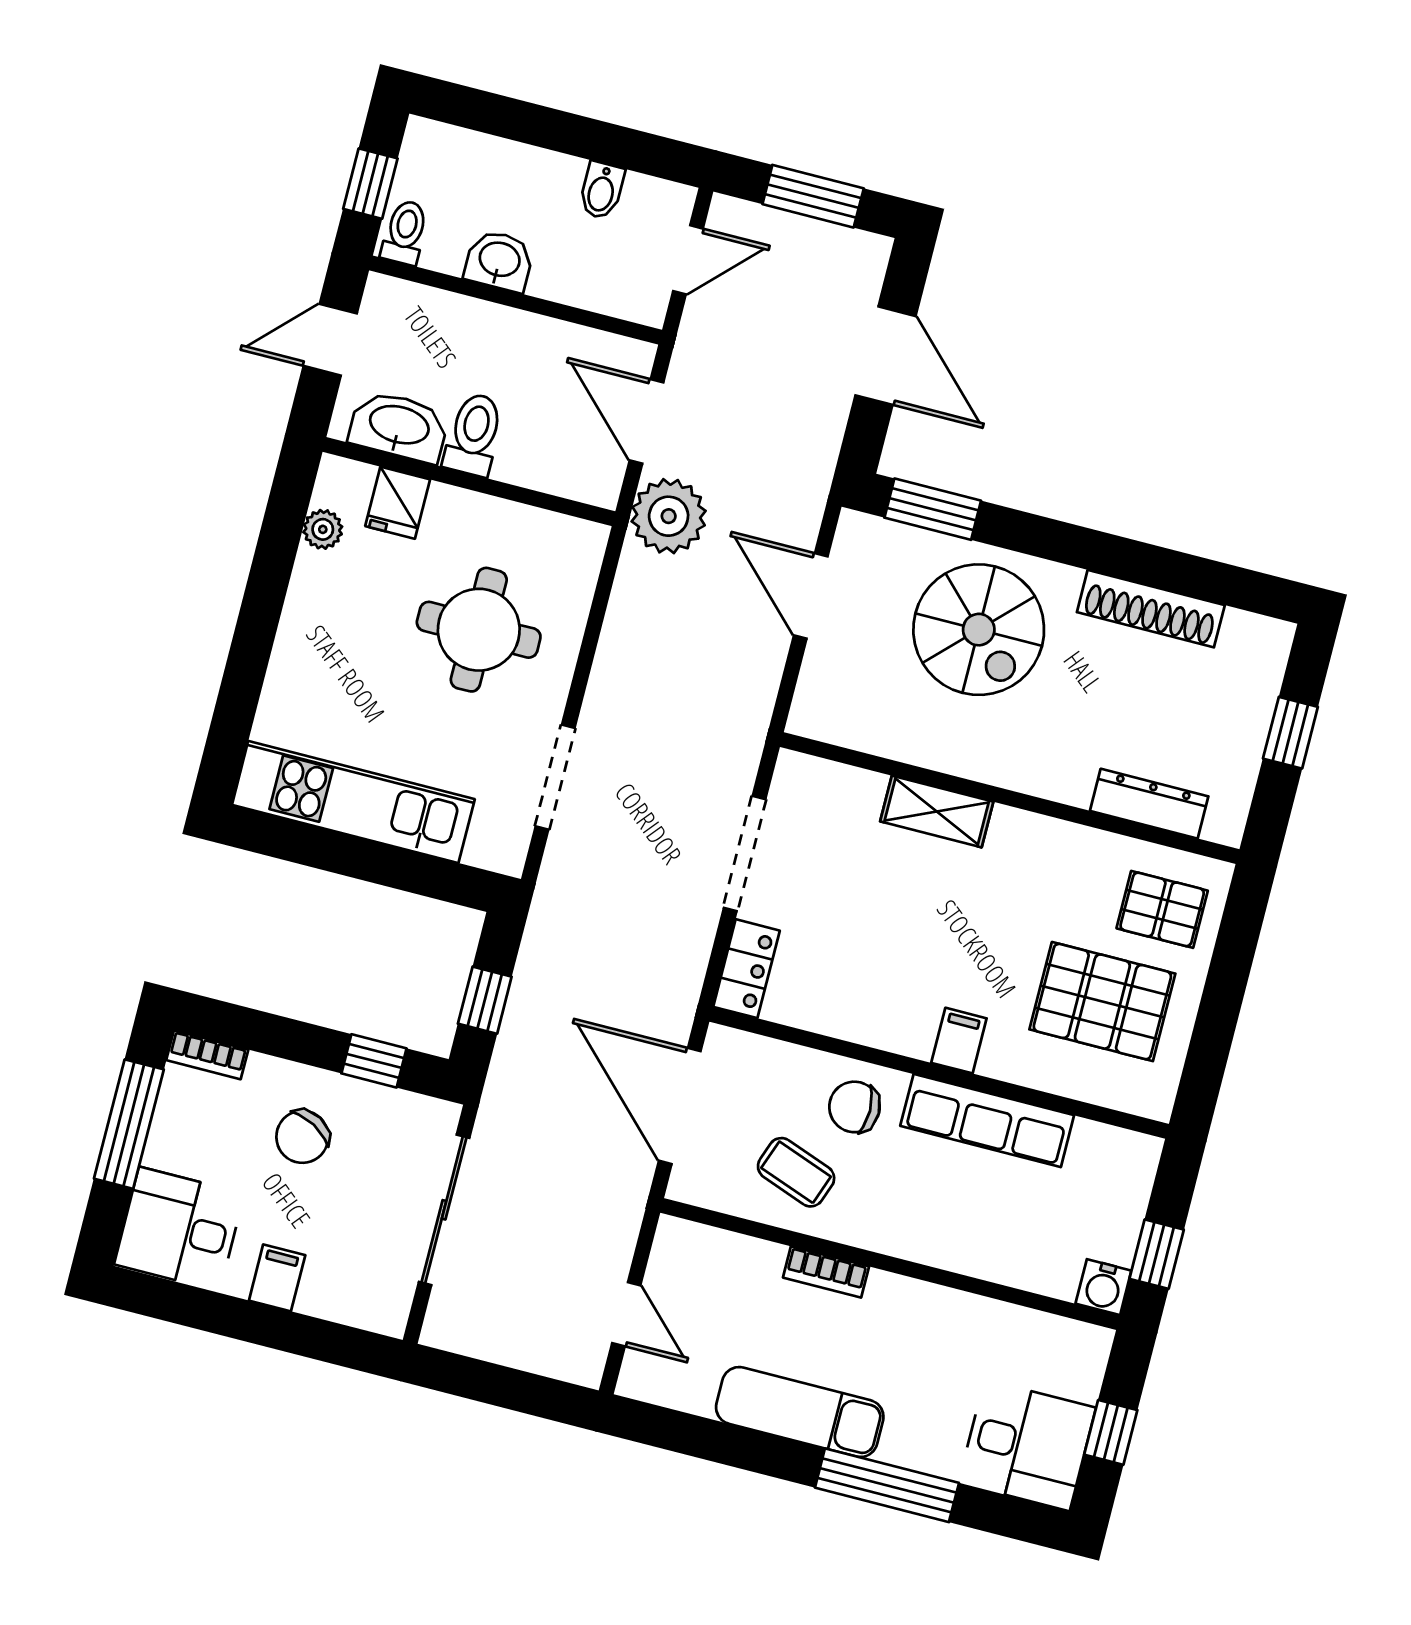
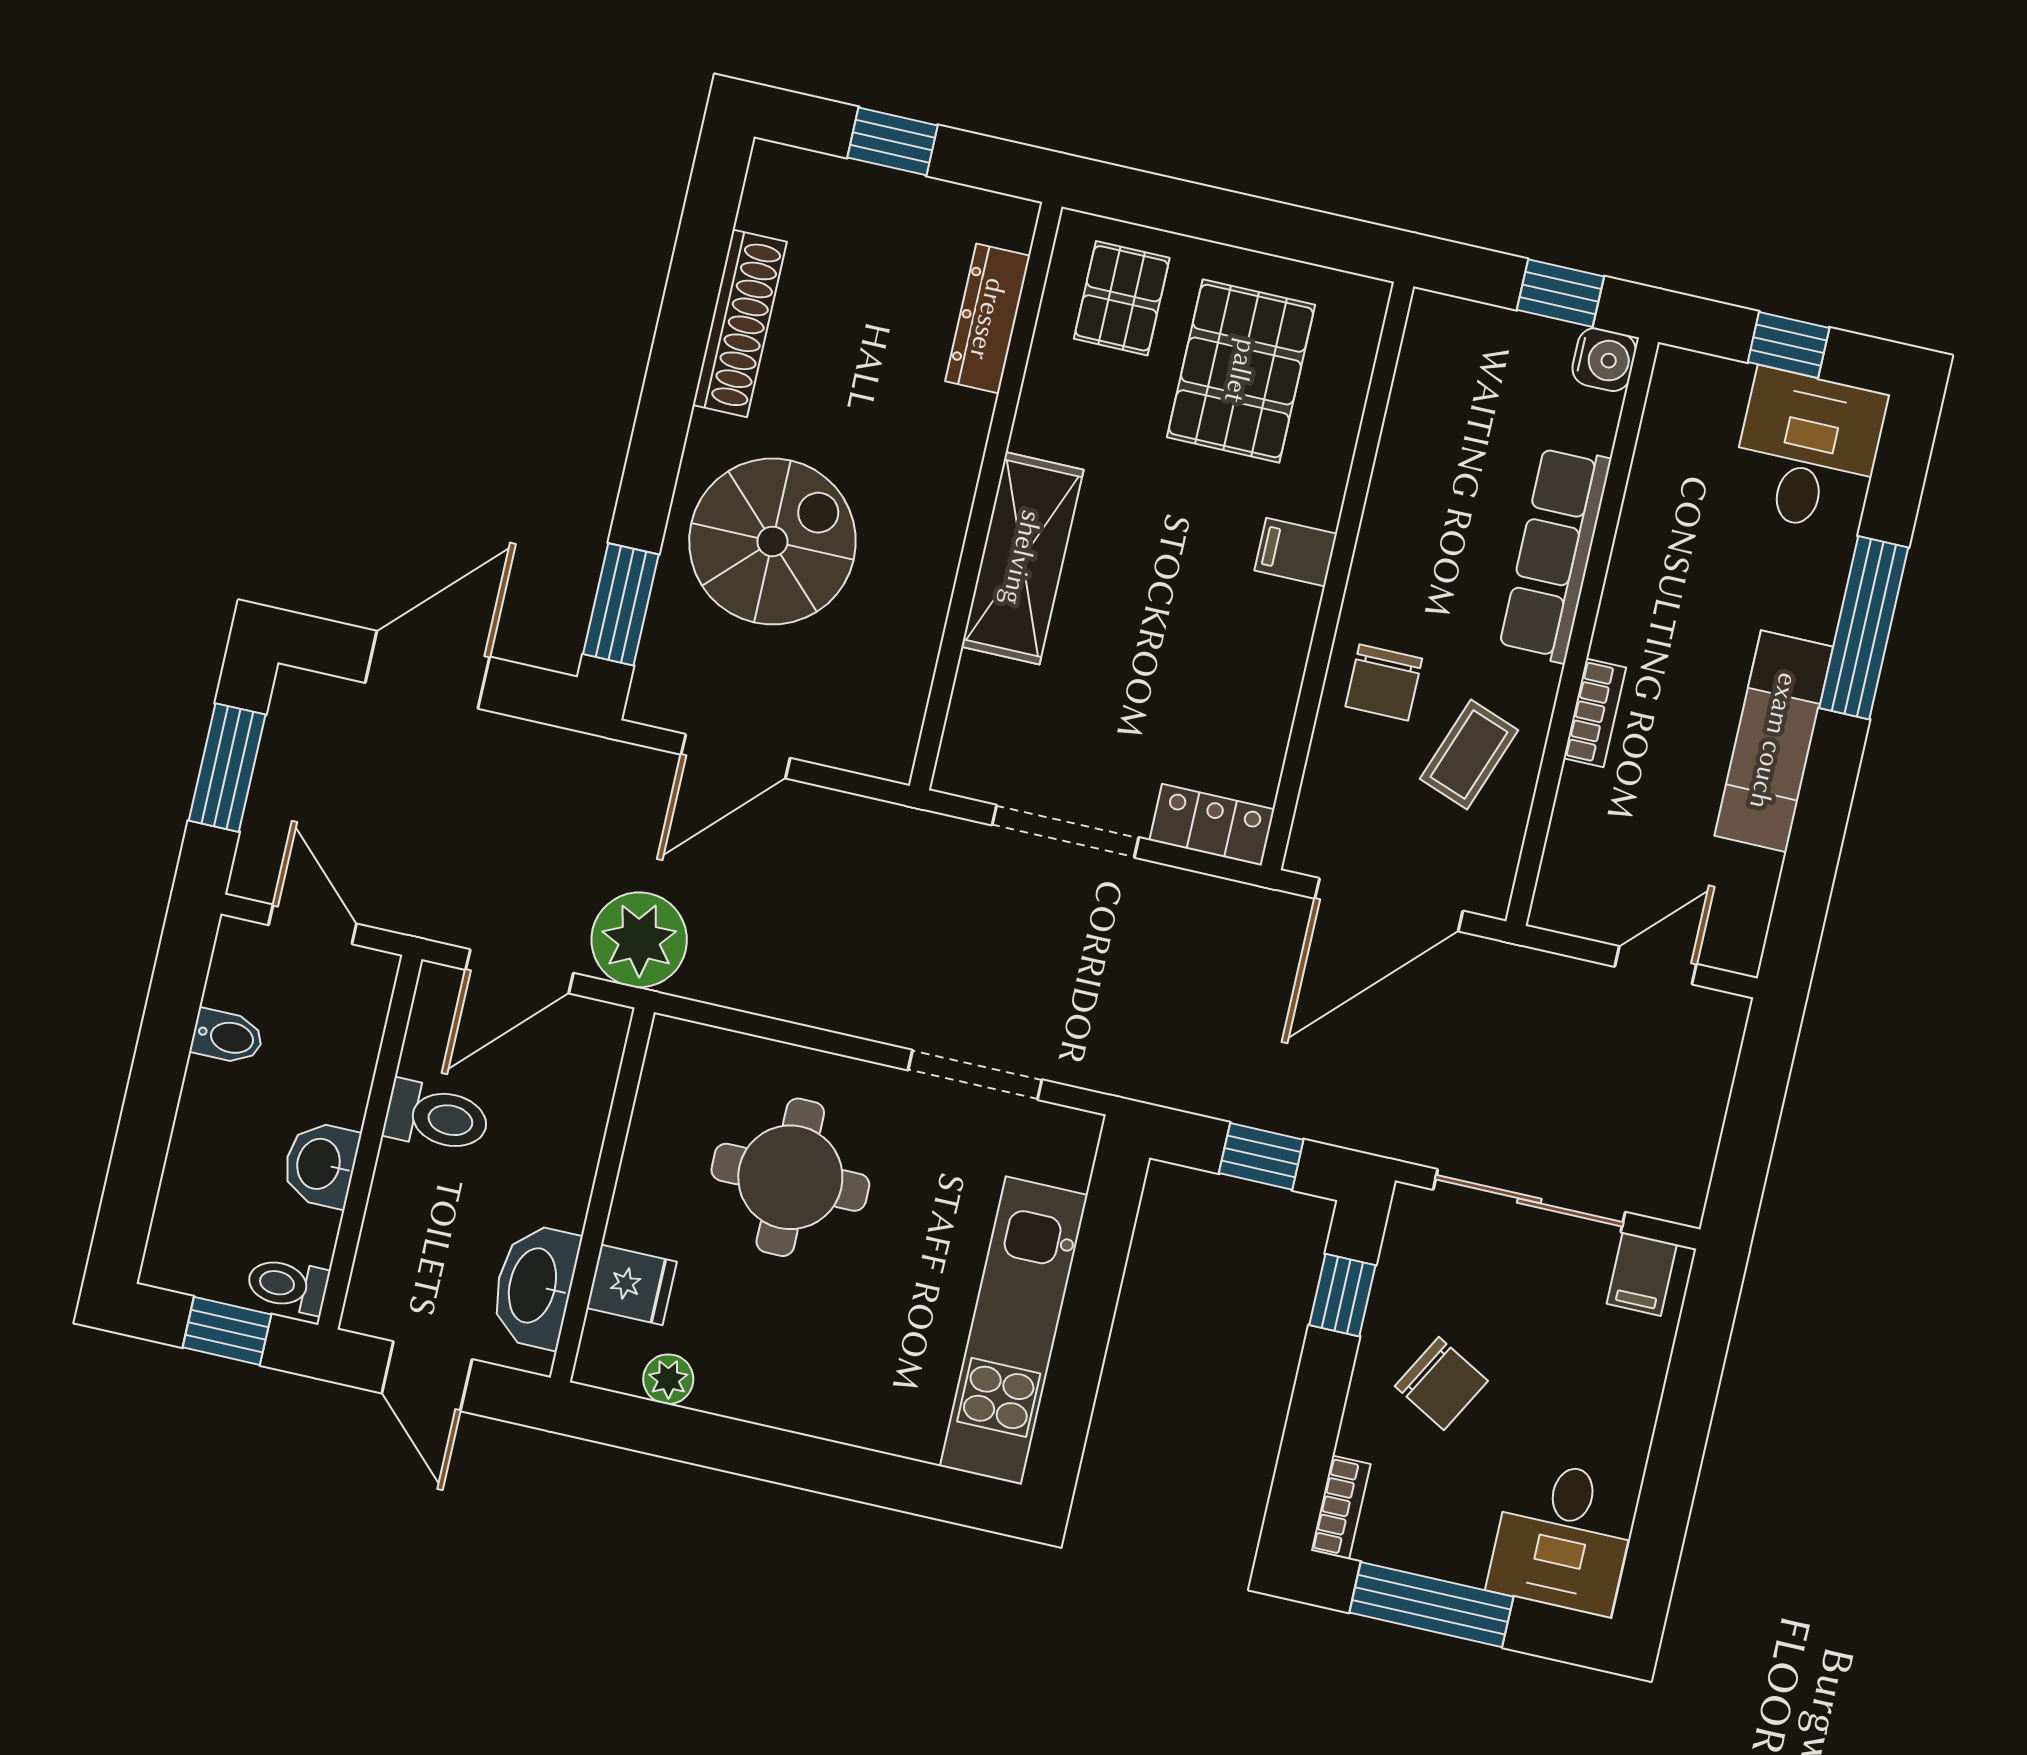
toilet: (474, 434) -> (437, 1117), moved, turned 180
shelving: (937, 812) -> (1022, 558), width x1.50, depth x1.33
row of seats: (987, 1121) -> (1555, 554), moved, turned 180
filing cabinet: (277, 1278) -> (1642, 1274), moved, turned -90

